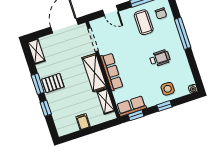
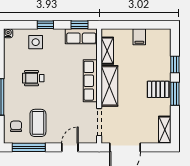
door: (110, 11) -> (70, 147), hinge flipped

